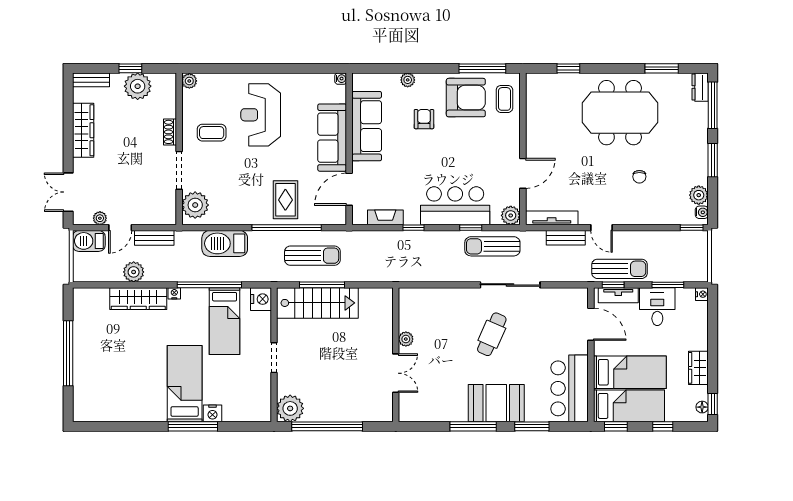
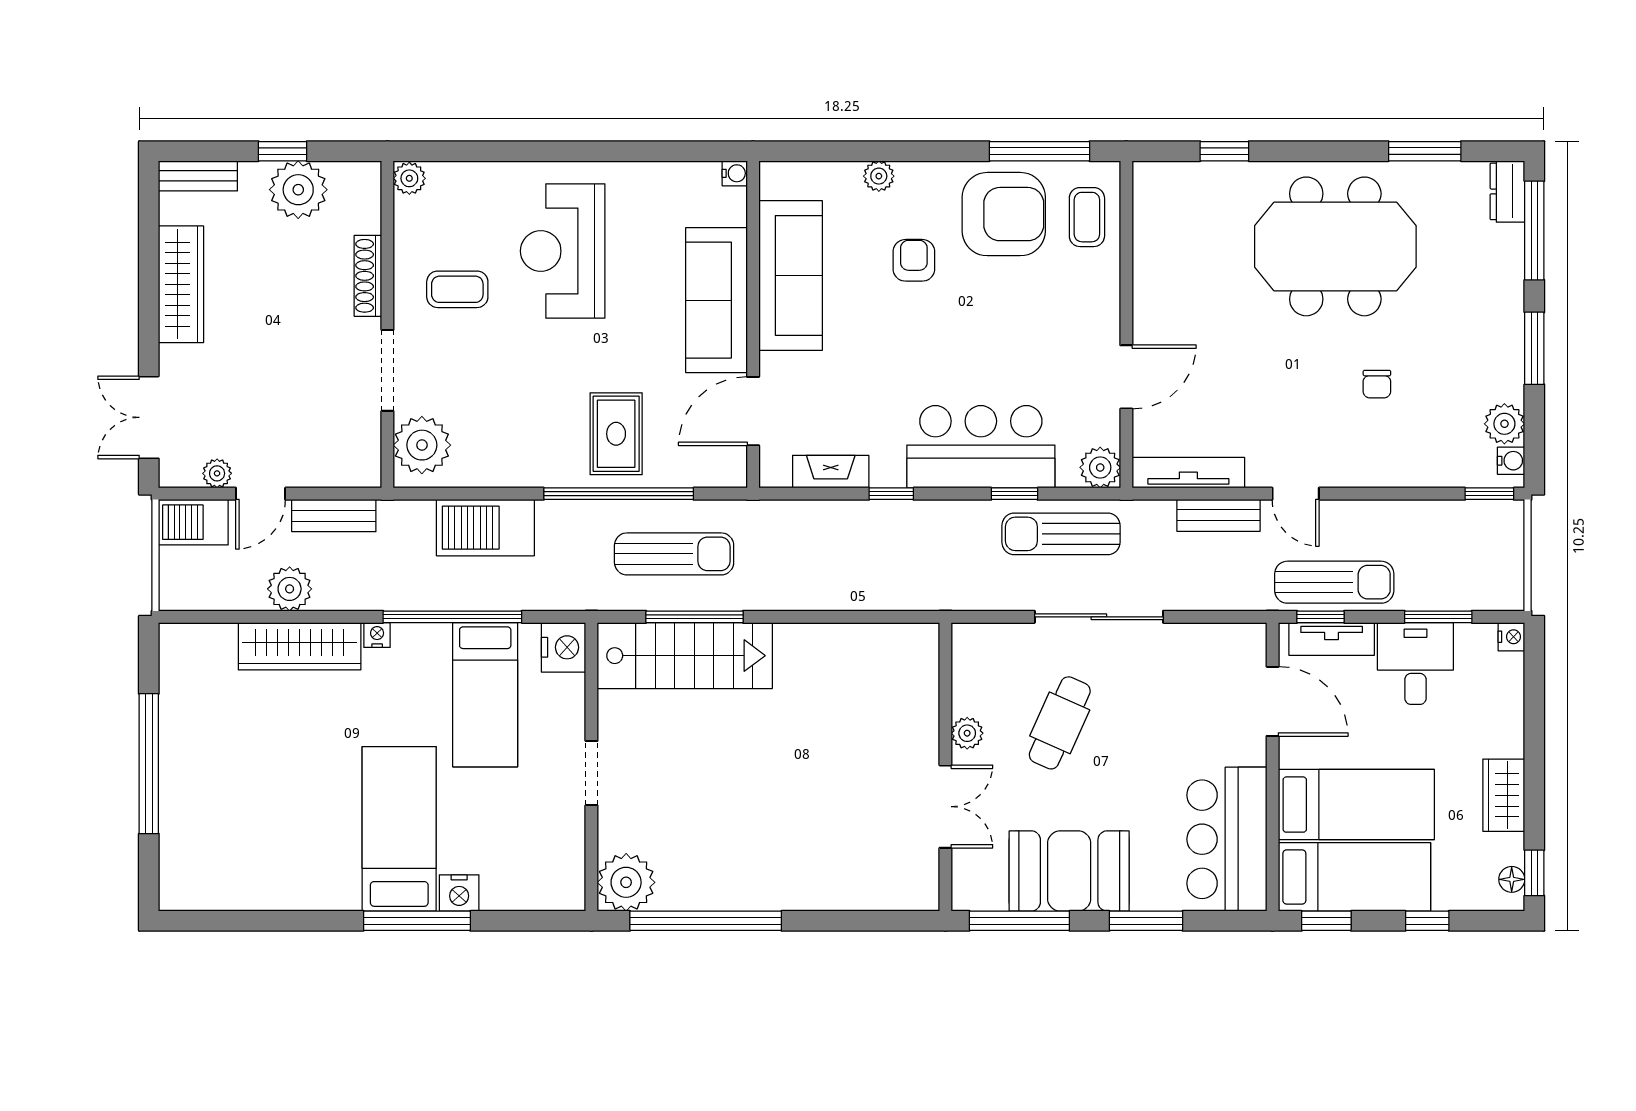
shoe rack: (170, 132) -> (368, 276), width x1.43
plant: (406, 339) -> (967, 733), moved
wall: (396, 355) -> (945, 767), moved
double door: (396, 373) -> (945, 807), moved

